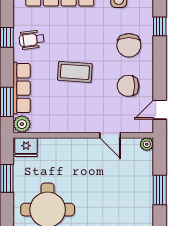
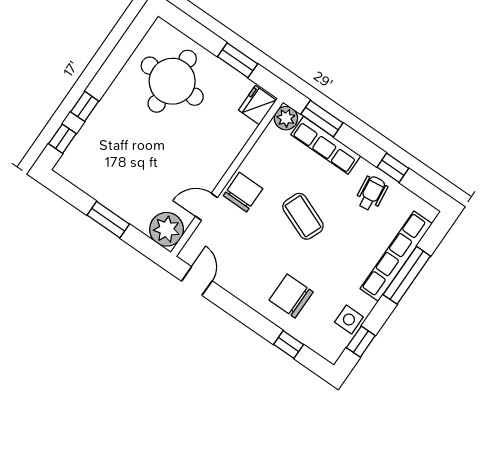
coffee table: (75, 72) -> (303, 216), turned -72
chair: (128, 86) -> (243, 192), moved
plant: (147, 144) -> (167, 229), width x1.87, depth x1.87

